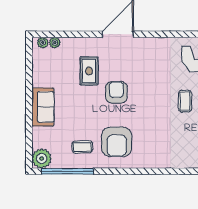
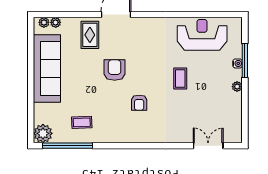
rug: (89, 71) -> (90, 35), moved
sofa: (43, 107) -> (47, 69), width x1.85, depth x1.27
armchair: (117, 142) -> (139, 103), moved, width x0.53, depth x0.53

